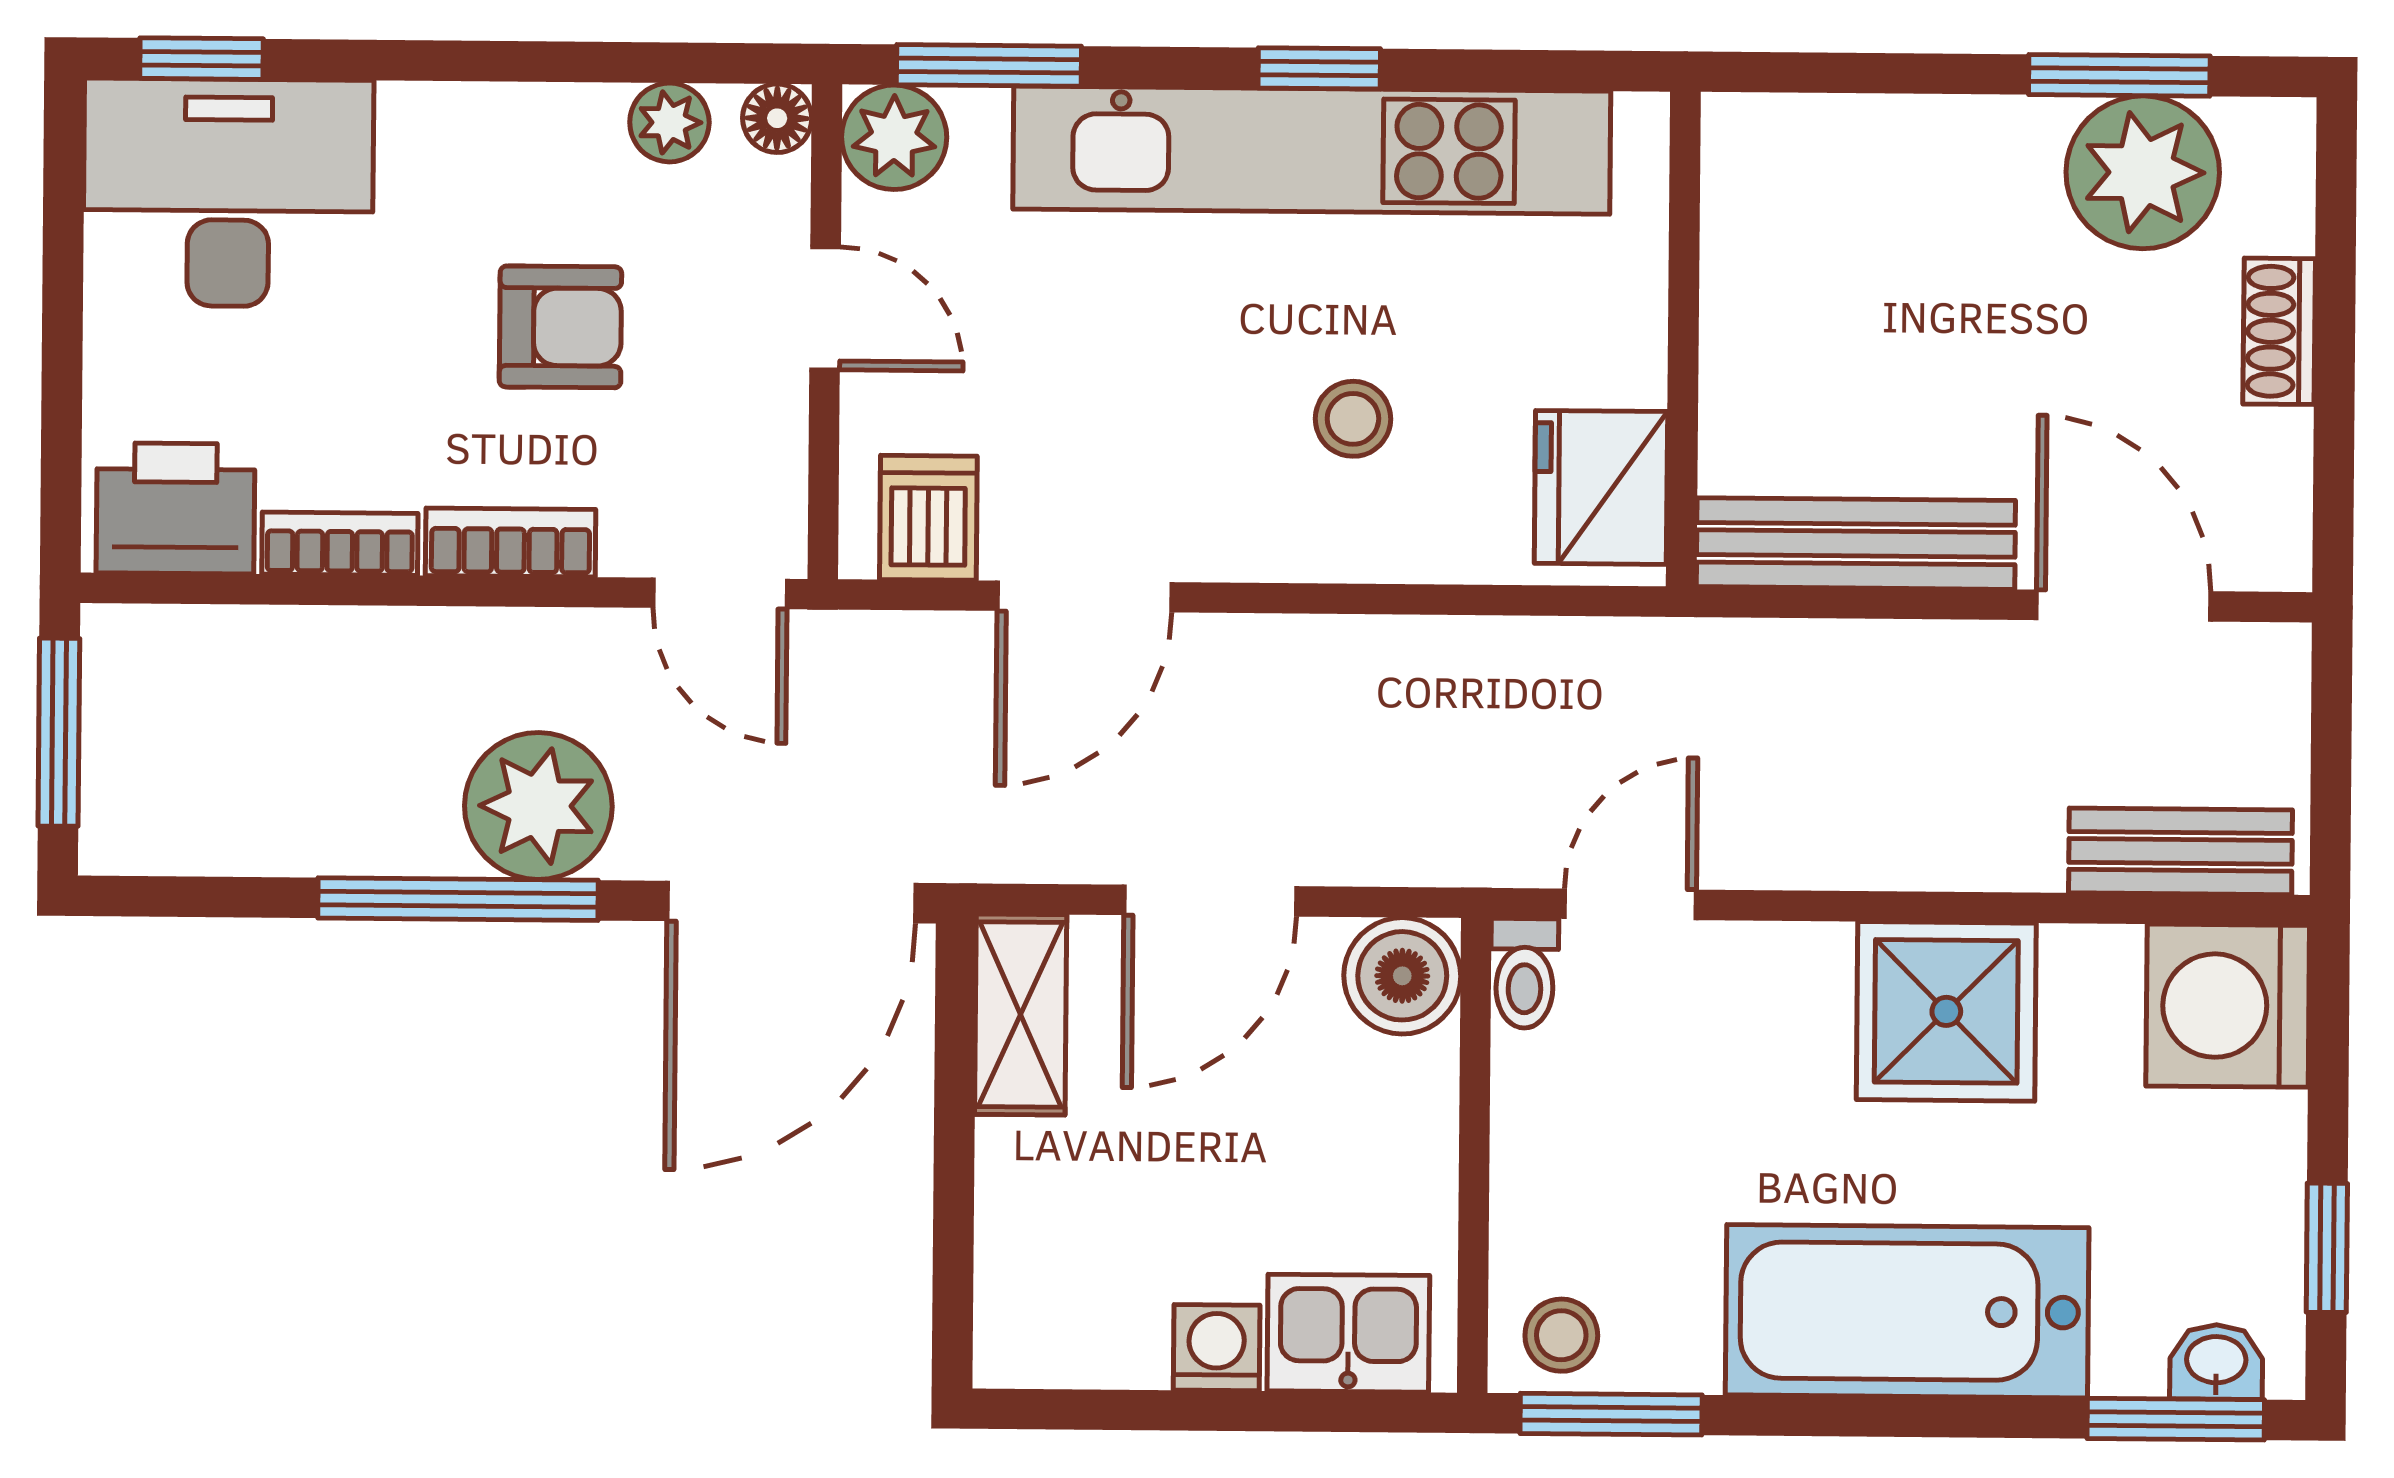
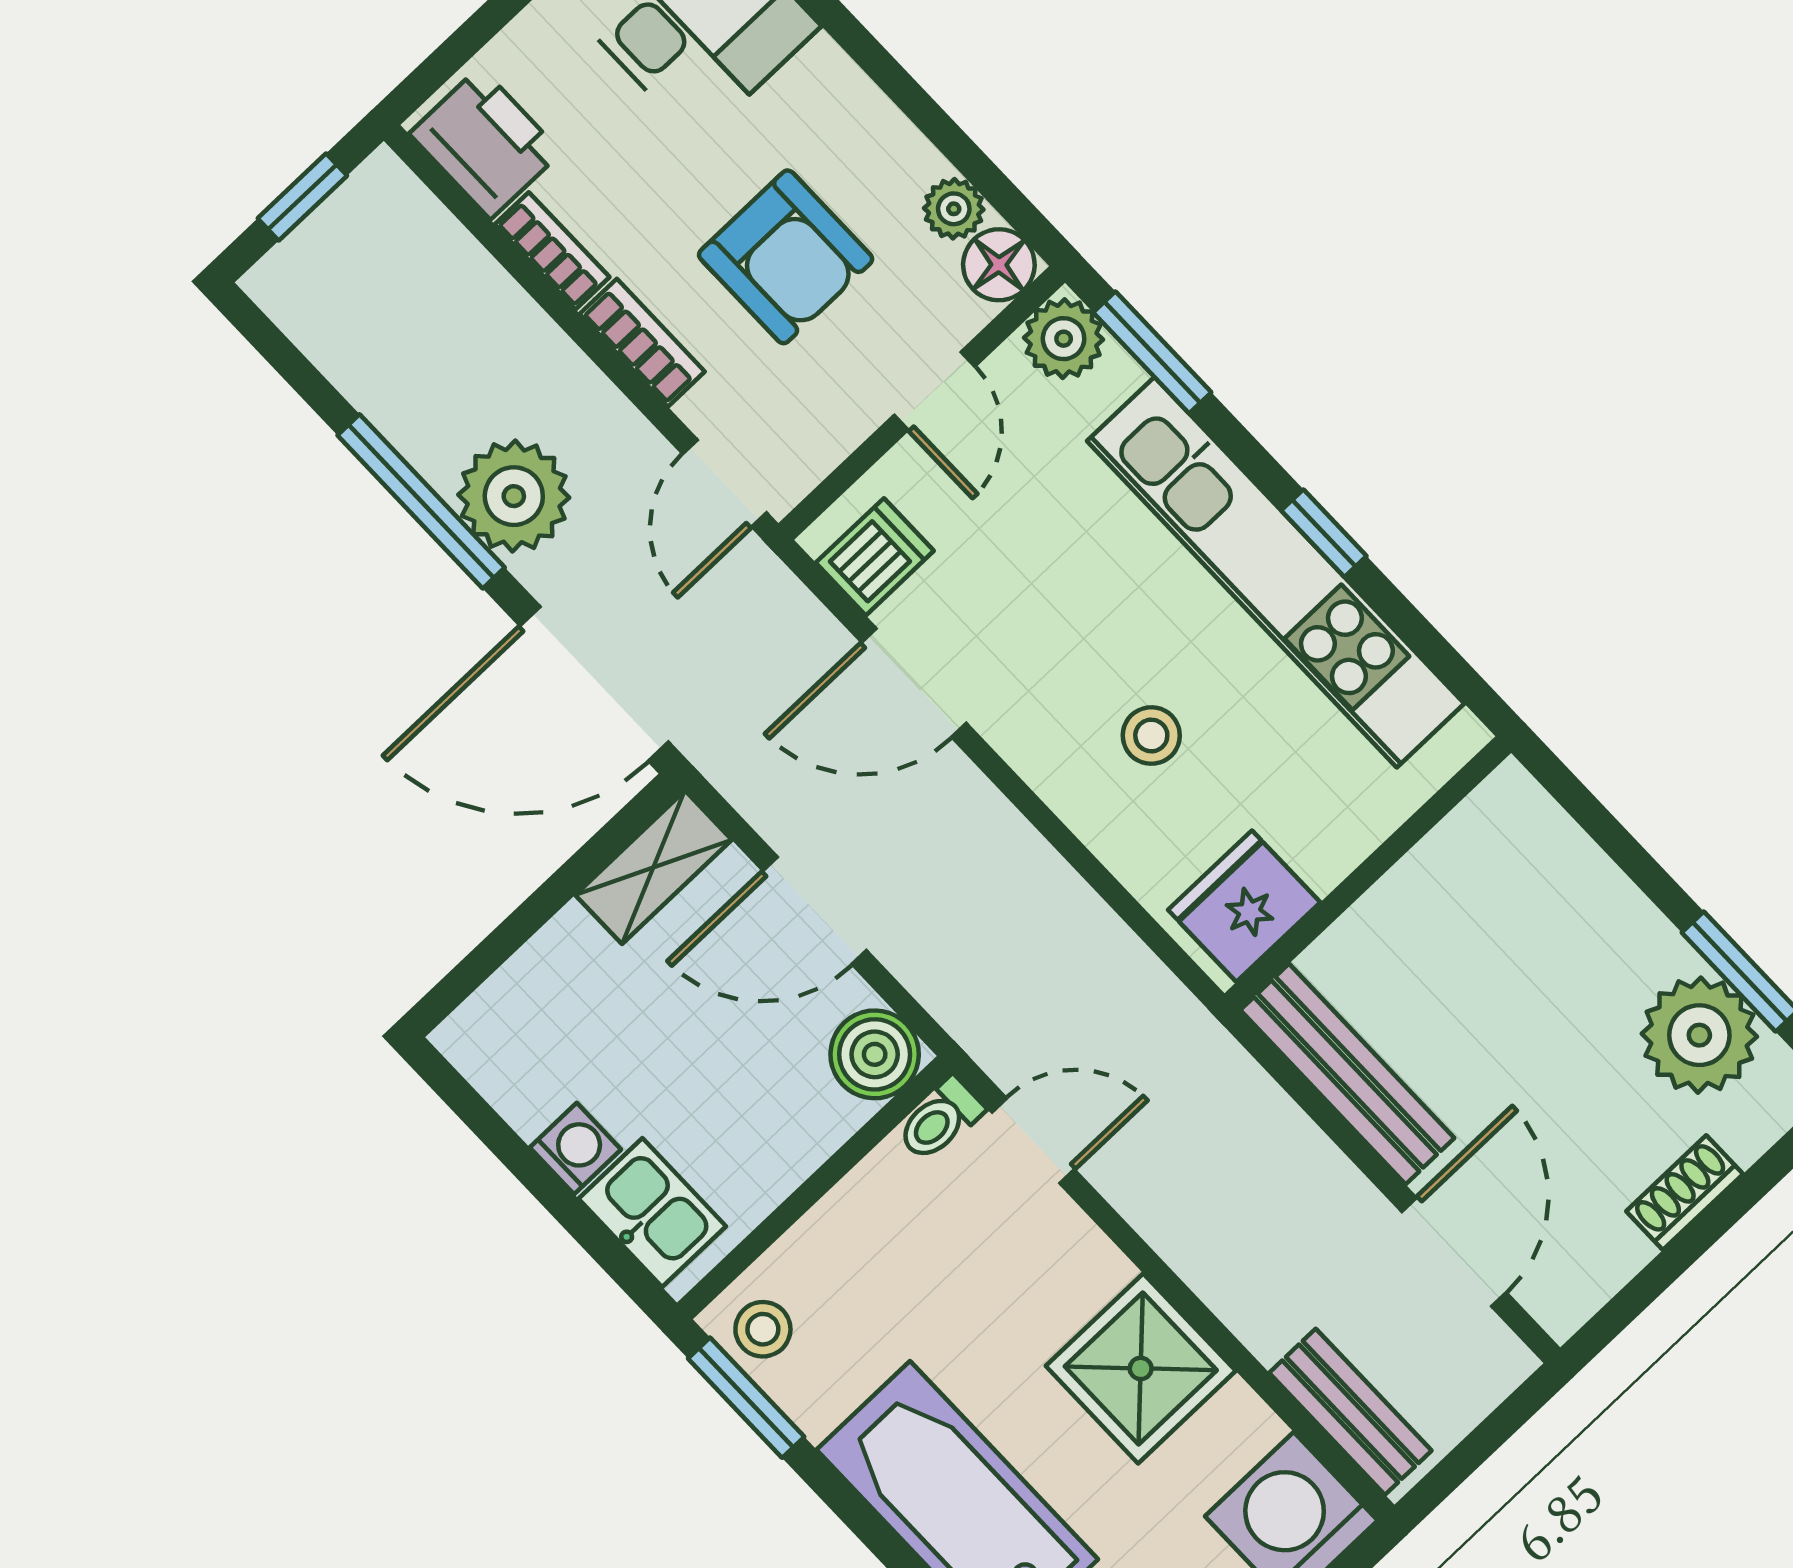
floor lamp: (777, 118) -> (999, 265), width x1.37, depth x1.37
armchair: (560, 327) -> (786, 257), width x1.38, depth x1.38
window: (59, 732) -> (302, 197), width x0.67

